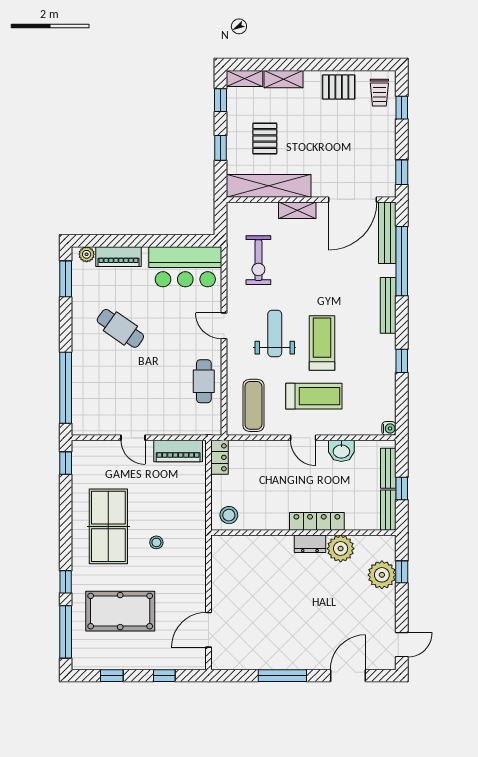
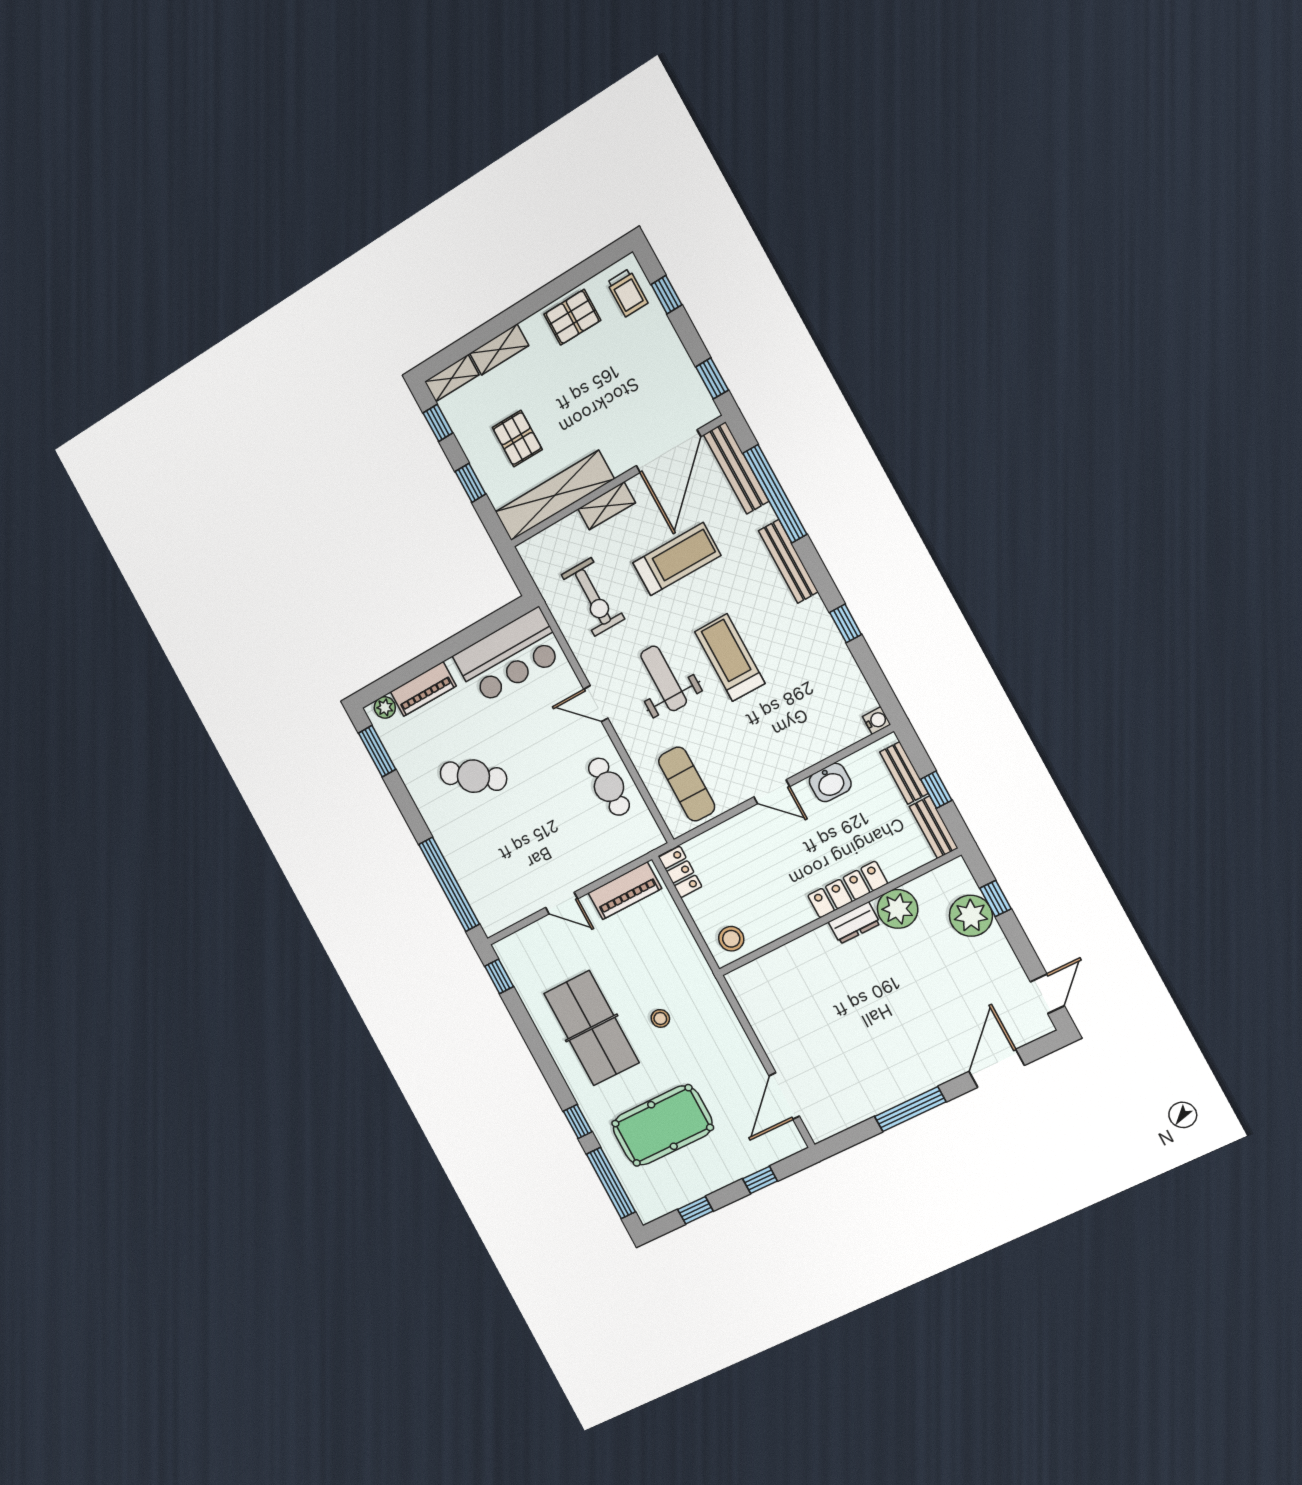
treadmill: (314, 396) -> (677, 559), moved

